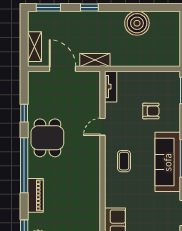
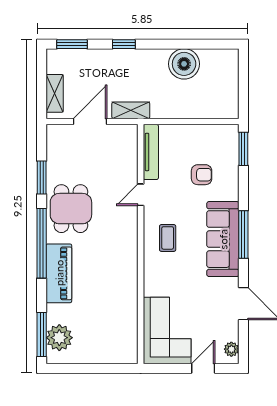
door: (63, 69) -> (90, 122), hinge flipped
tv unit: (111, 87) -> (151, 152), width x1.41
window: (24, 113) -> (42, 177), width x1.50
piano: (35, 195) -> (59, 273), width x1.37, depth x1.33

